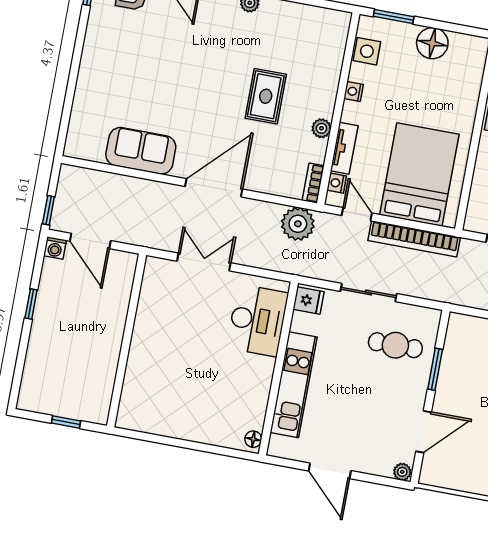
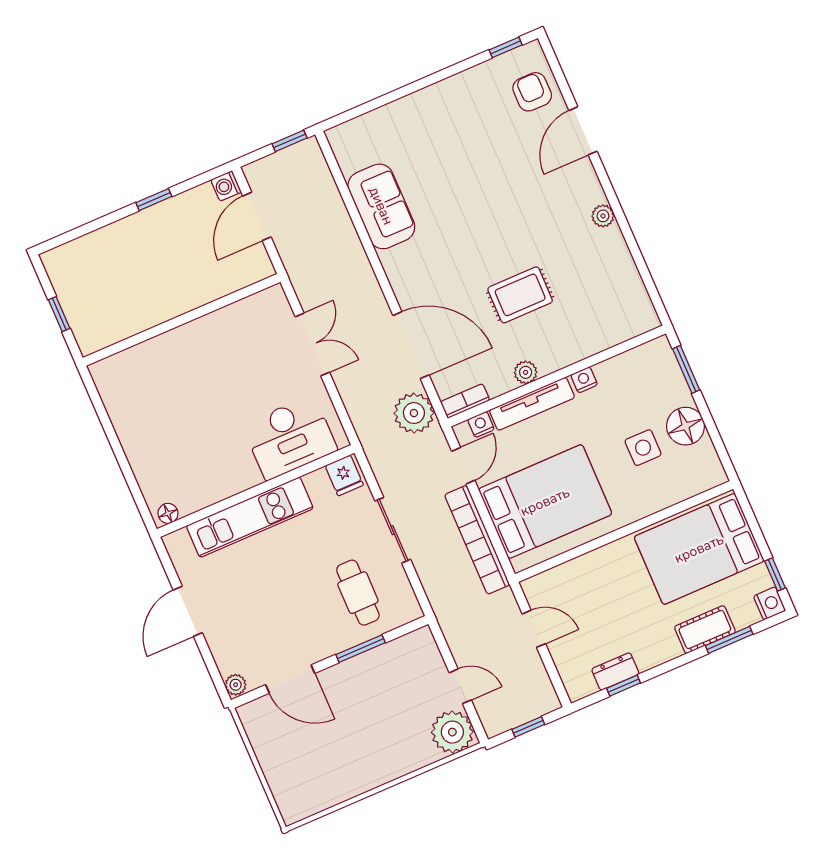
side table: (367, 51) -> (643, 448), moved
tv unit: (344, 148) -> (532, 404), width x1.41
door: (214, 188) -> (411, 345), moved
window: (48, 210) -> (290, 141), moved

